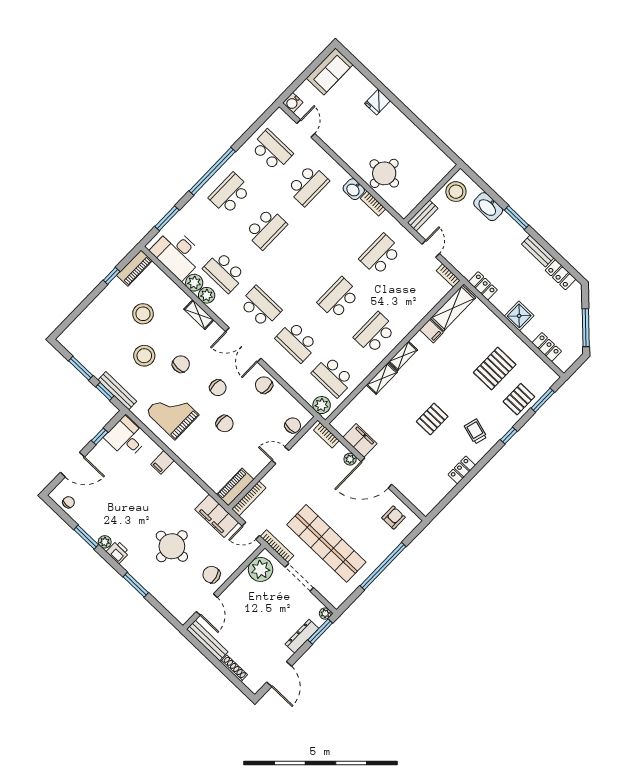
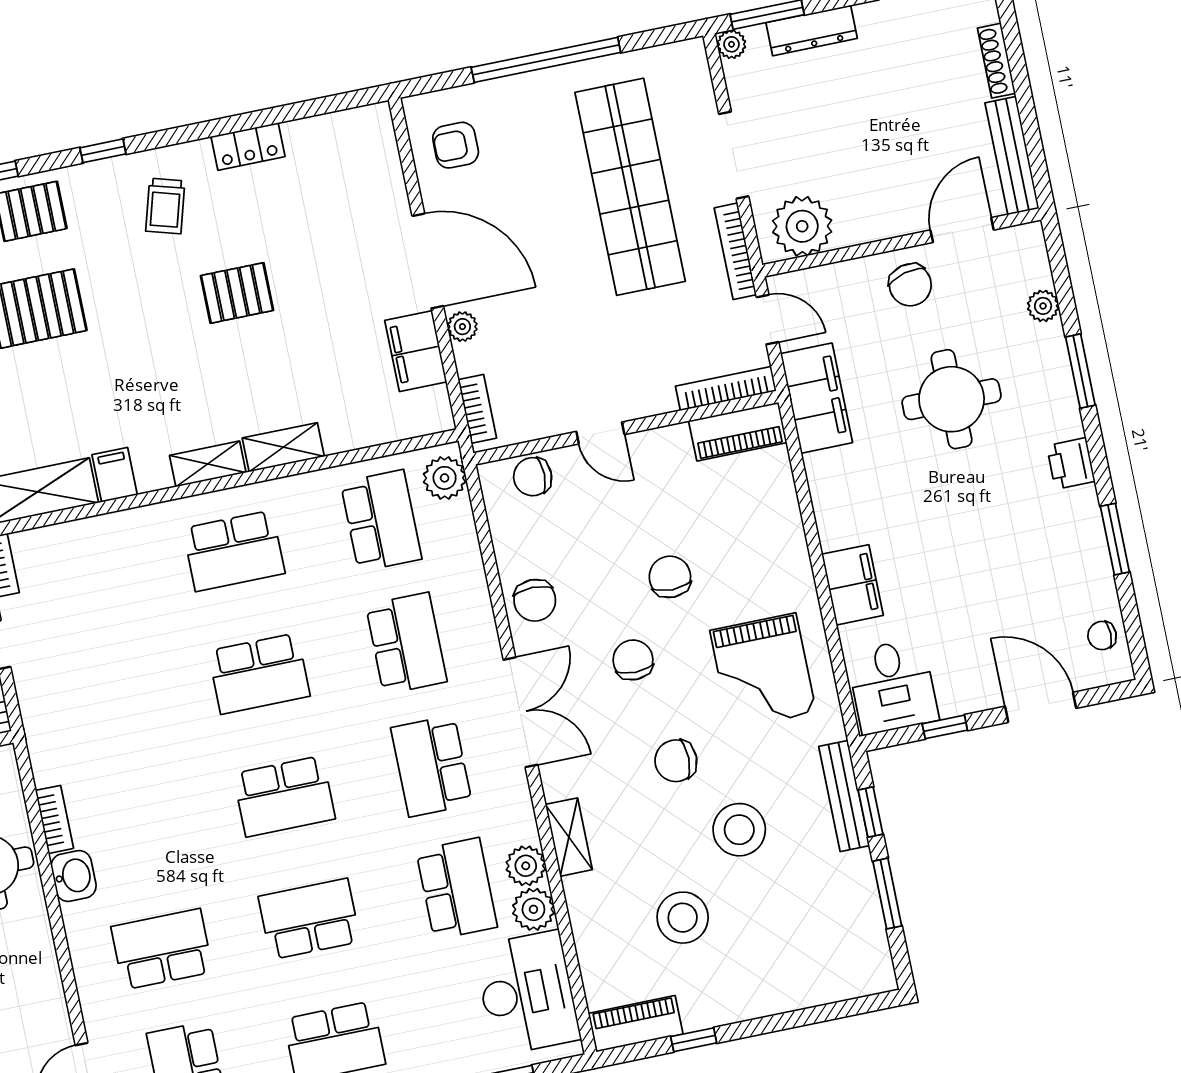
school desk: (380, 255) -> (284, 796), moved
filing cabinet: (162, 462) -> (852, 585), width x2.00
plant: (105, 542) -> (1043, 306), moved

